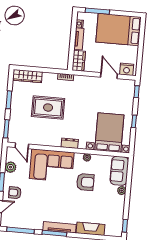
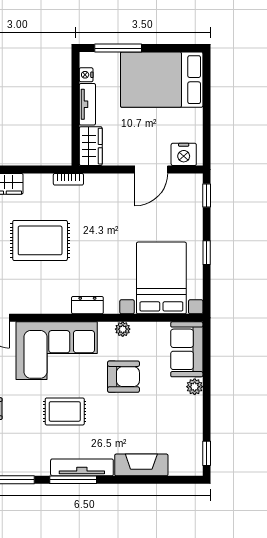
door: (109, 76) -> (151, 169), swing flipped
rug: (53, 197) -> (65, 411), added

